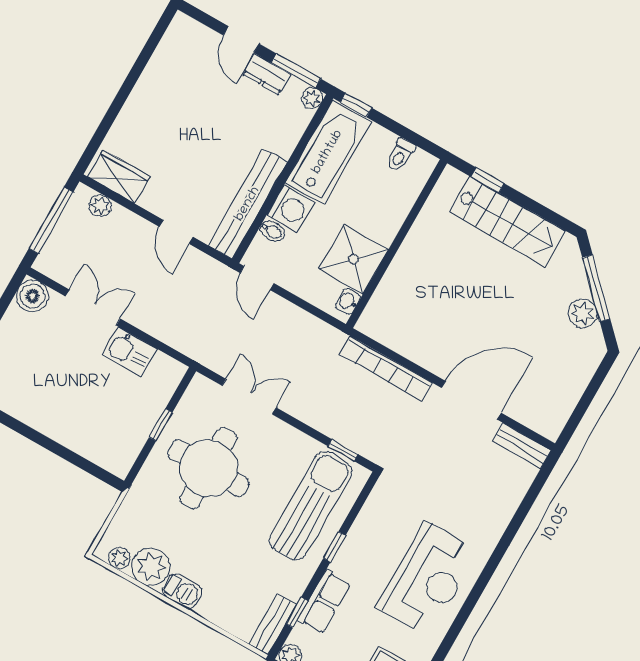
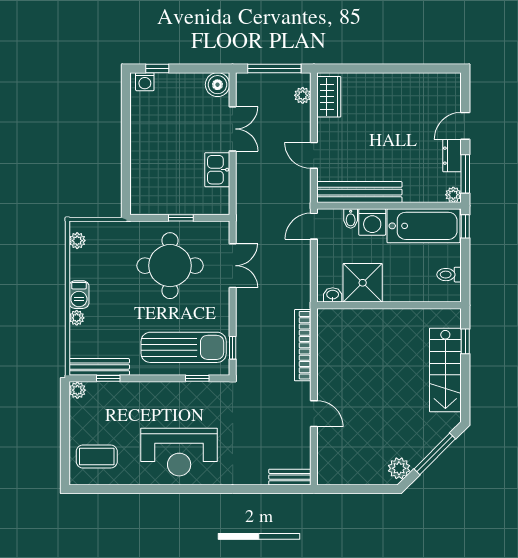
door: (176, 232) -> (314, 155), hinge flipped
plant: (583, 313) -> (399, 468), moved
door: (471, 400) -> (314, 414), width x0.53
bench: (522, 446) -> (290, 477), moved, turned 90
window: (334, 547) -> (197, 378), moved
plant: (151, 567) -> (77, 318), moved, width x0.53, depth x0.53
row of seats: (324, 602) -> (126, 392), removed
bench: (273, 624) -> (99, 367), width x1.36

